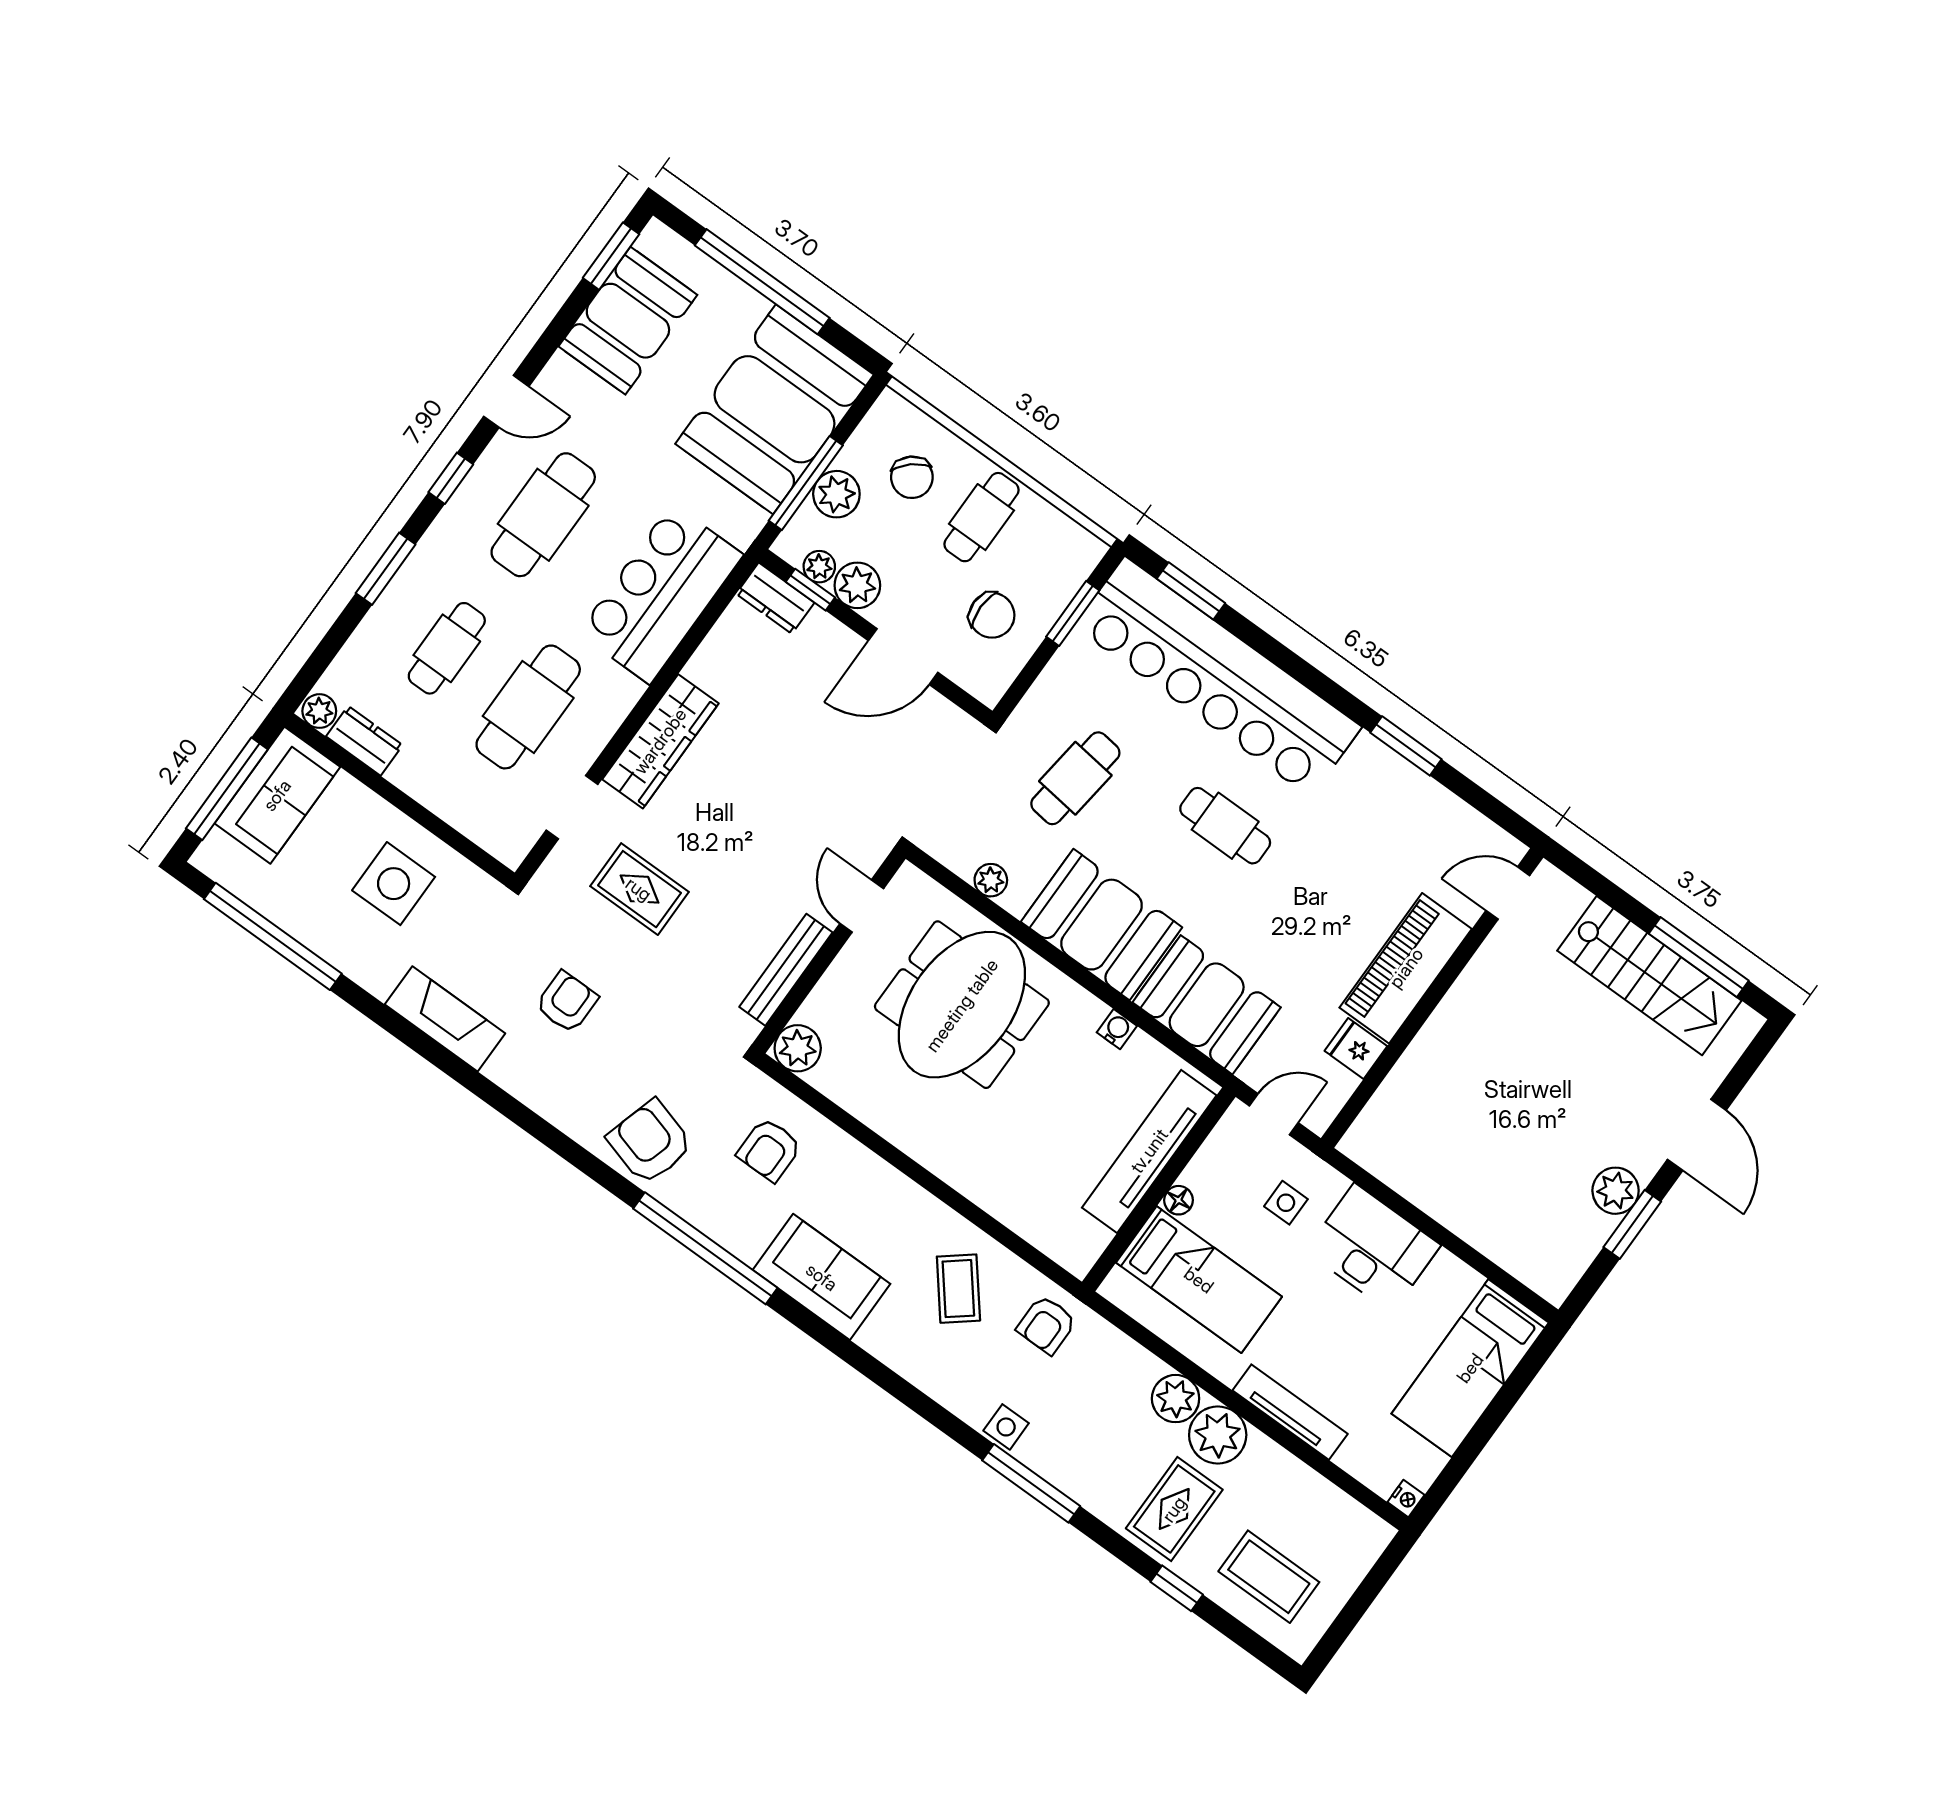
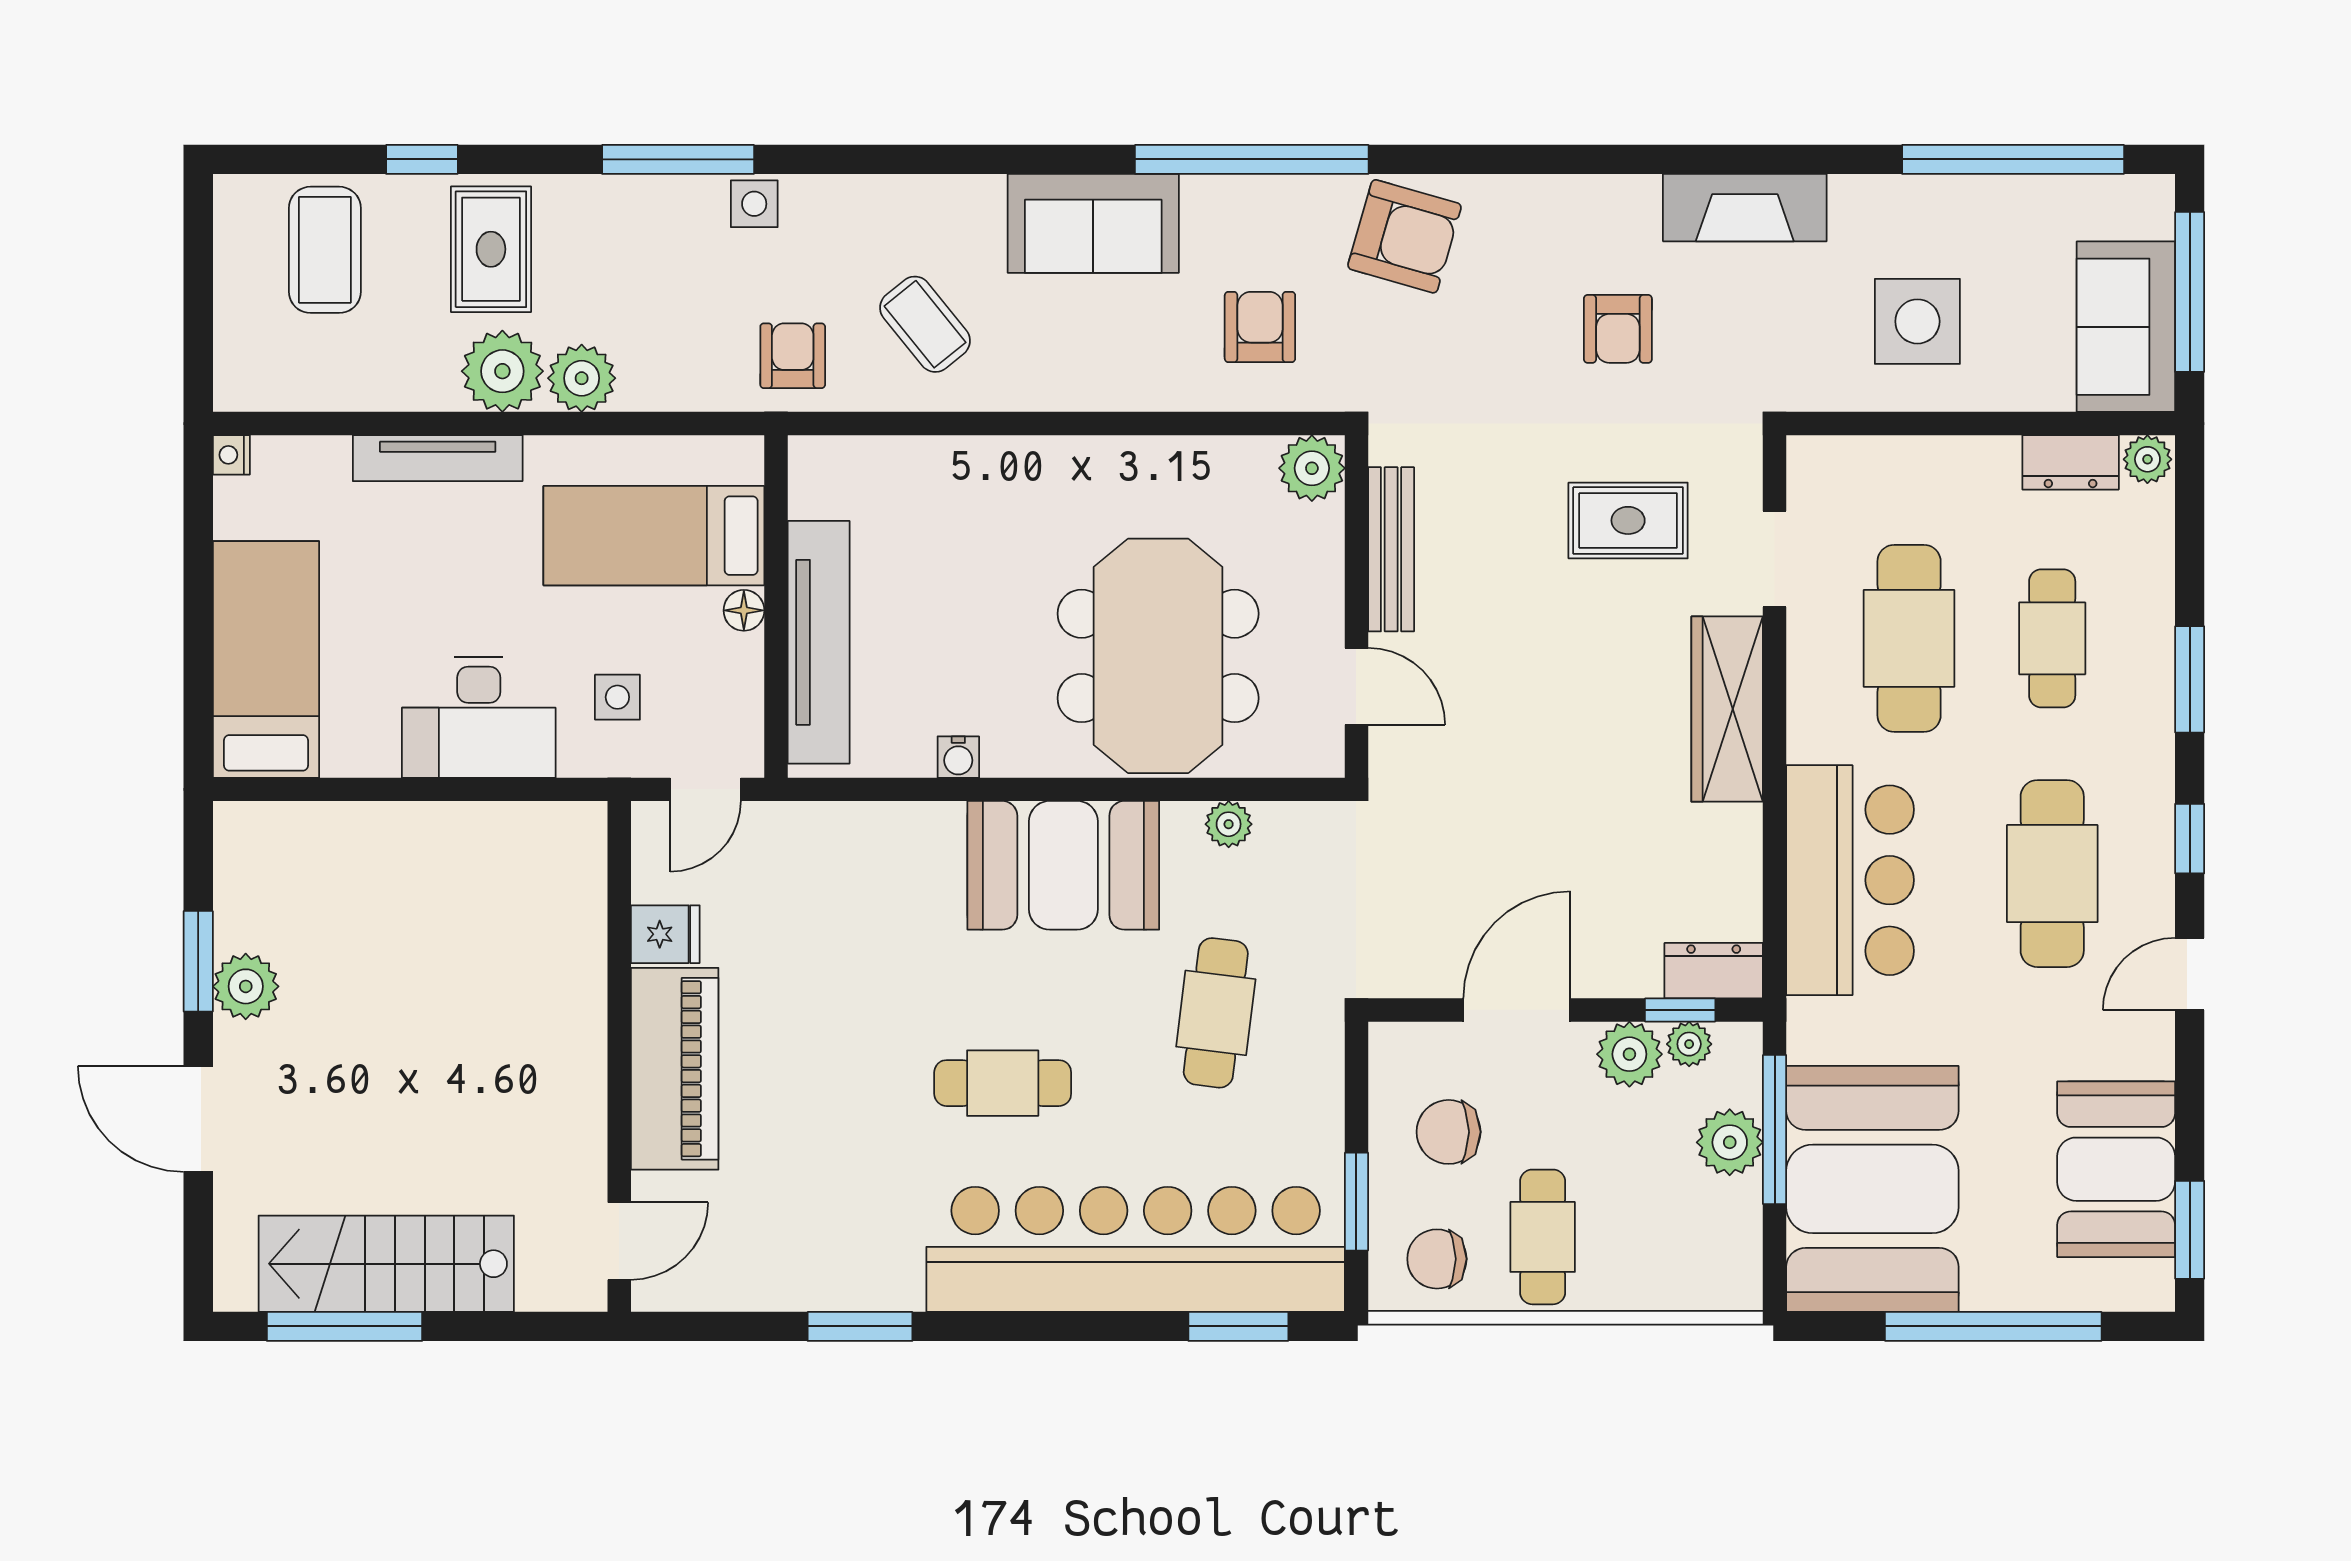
chair: (912, 477) -> (1437, 1259), moved, turned -49
booth: (1207, 1005) -> (875, 860), removed
coffee table: (1269, 1577) -> (325, 250), turned 90

